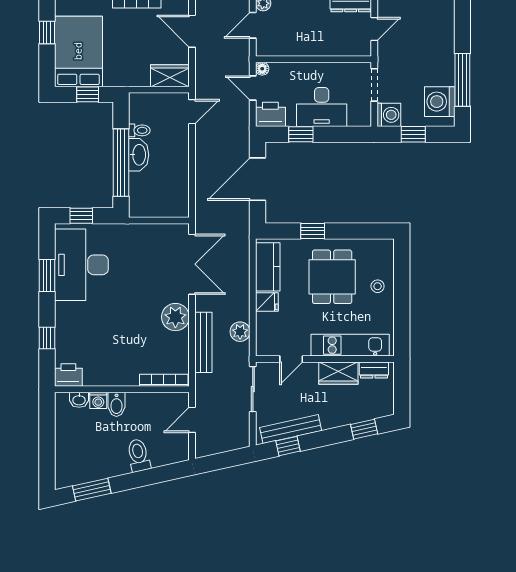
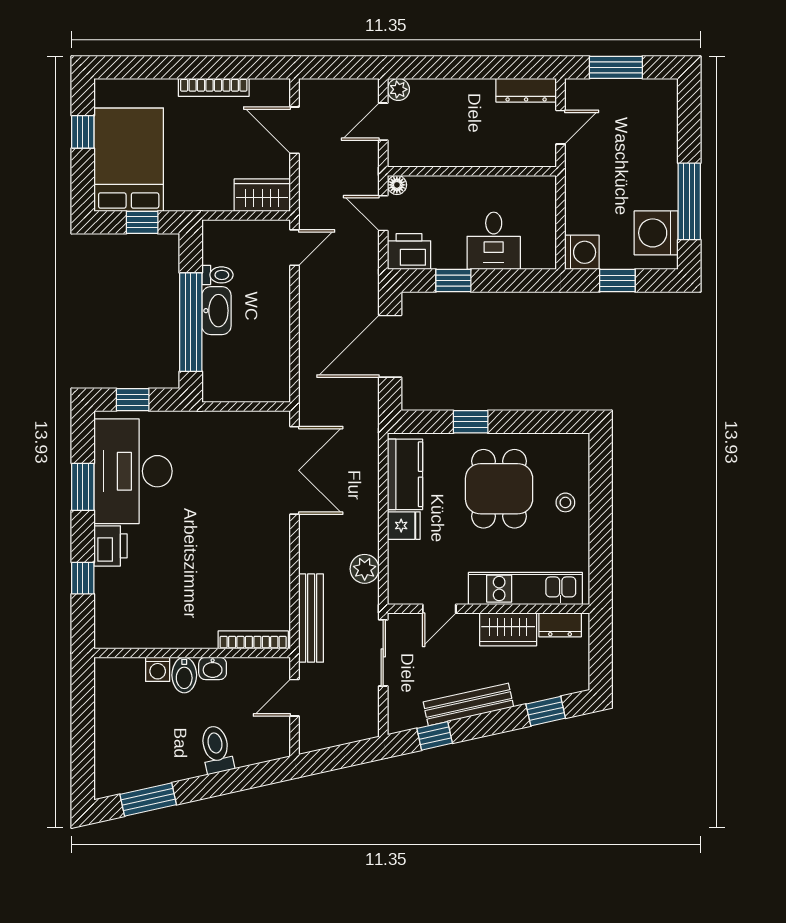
doorway: (374, 85) -> (560, 209), removed
desk: (322, 107) -> (494, 241), width x0.73
plant: (175, 317) -> (270, 548), removed
bench: (203, 342) -> (311, 618), moved
printer: (68, 375) -> (110, 546), moved, turned 90
washbasin: (79, 400) -> (213, 668), moved
bench: (291, 429) -> (468, 704), moved

